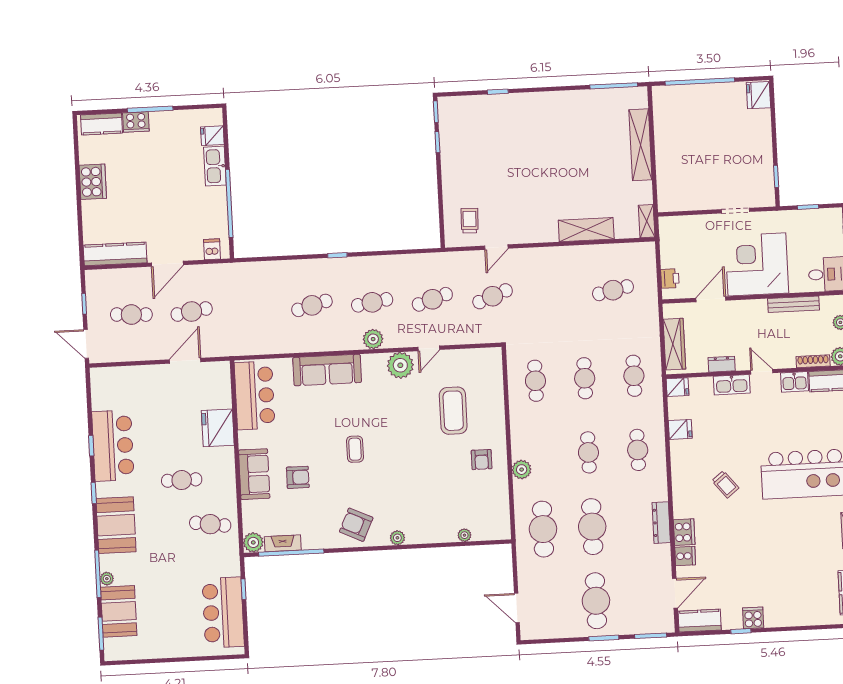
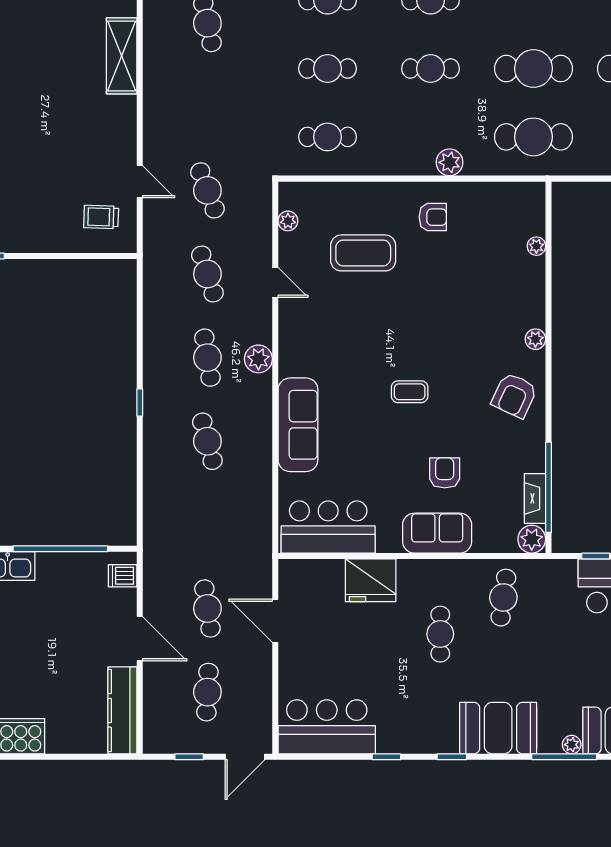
plant: (400, 365) -> (288, 221), moved, width x0.53, depth x0.53
bar counter: (113, 446) -> (327, 727), moved

